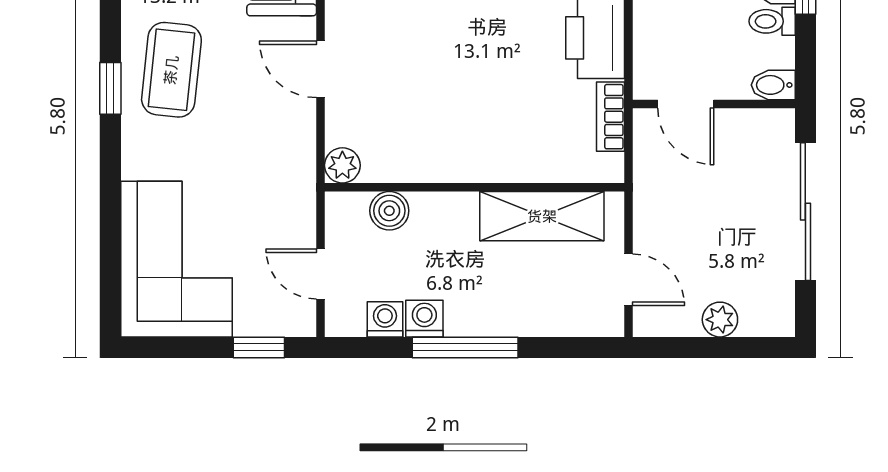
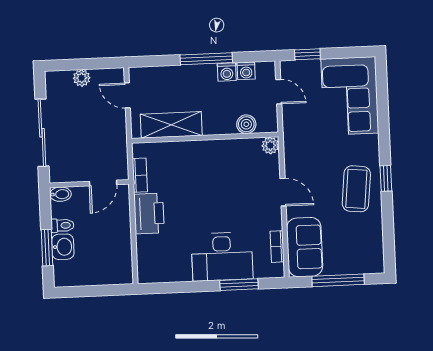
door: (686, 104) -> (103, 183), swing flipped

